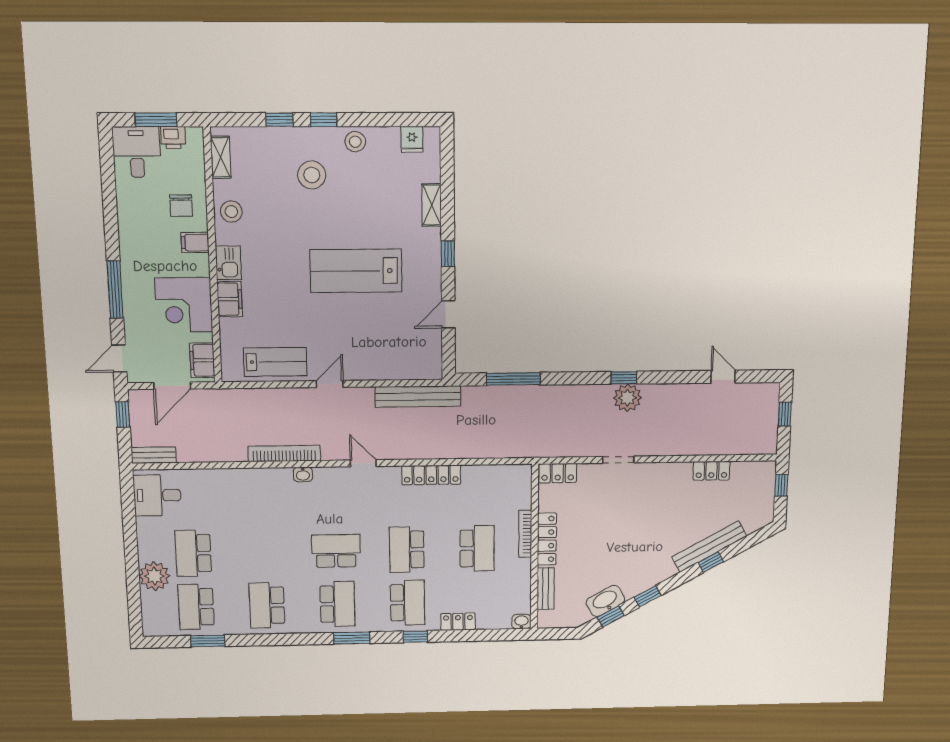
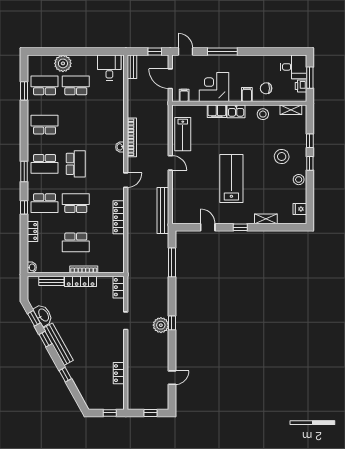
filing cabinet: (202, 360) -> (184, 95), width x0.50
bench: (709, 547) -> (58, 344), moved

